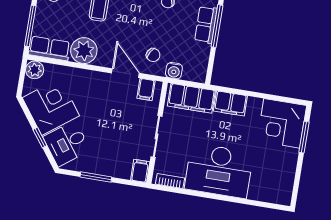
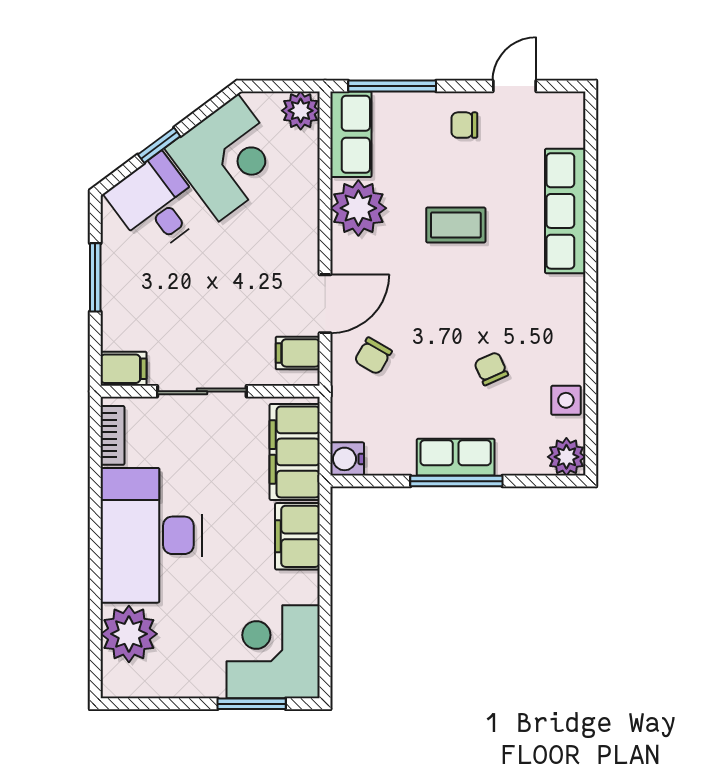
water cooler: (174, 71) -> (347, 459), moved
plant: (263, 188) -> (129, 634), added

